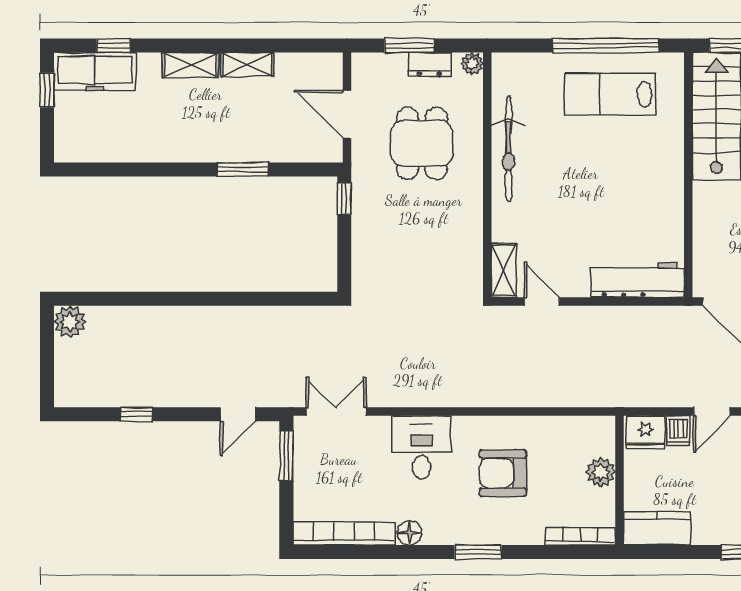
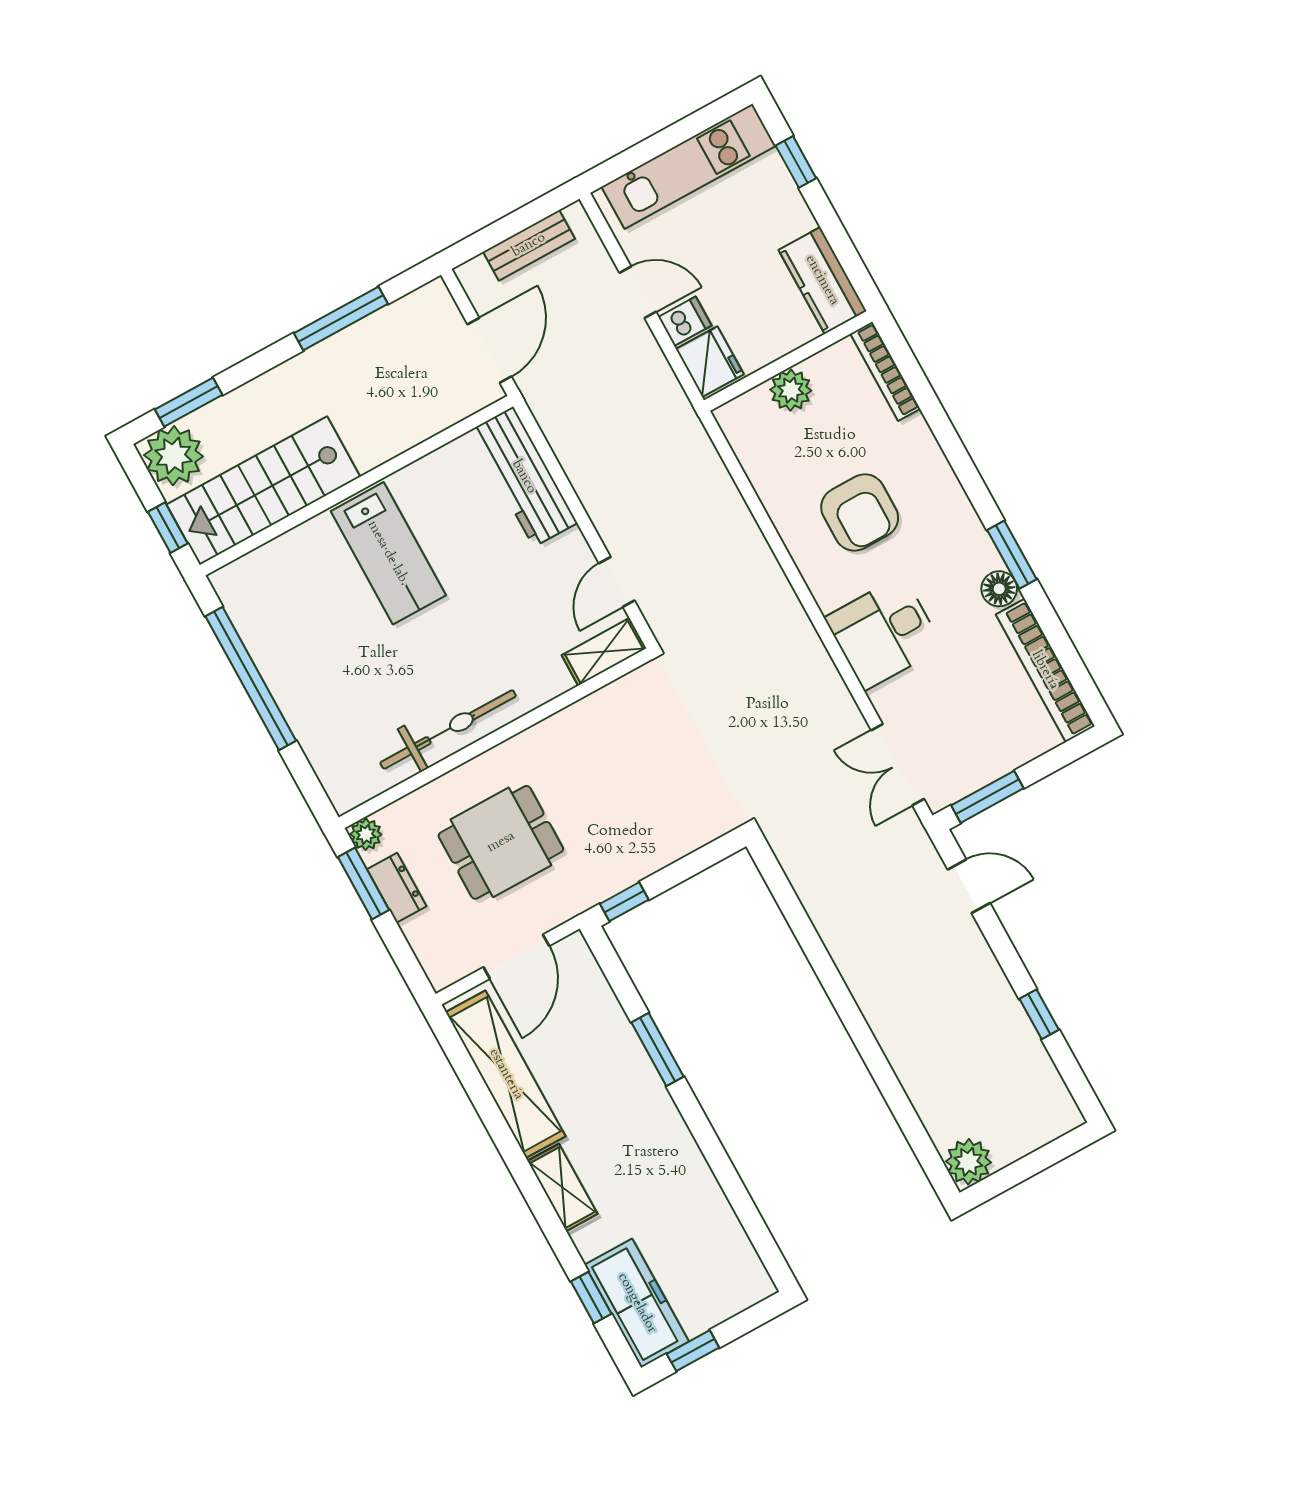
window: (409, 46) -> (364, 884), moved
shelving: (247, 64) -> (506, 1074), width x2.20, depth x1.33
lab bench: (610, 94) -> (388, 553), moved
window: (478, 552) -> (1012, 555), moved

